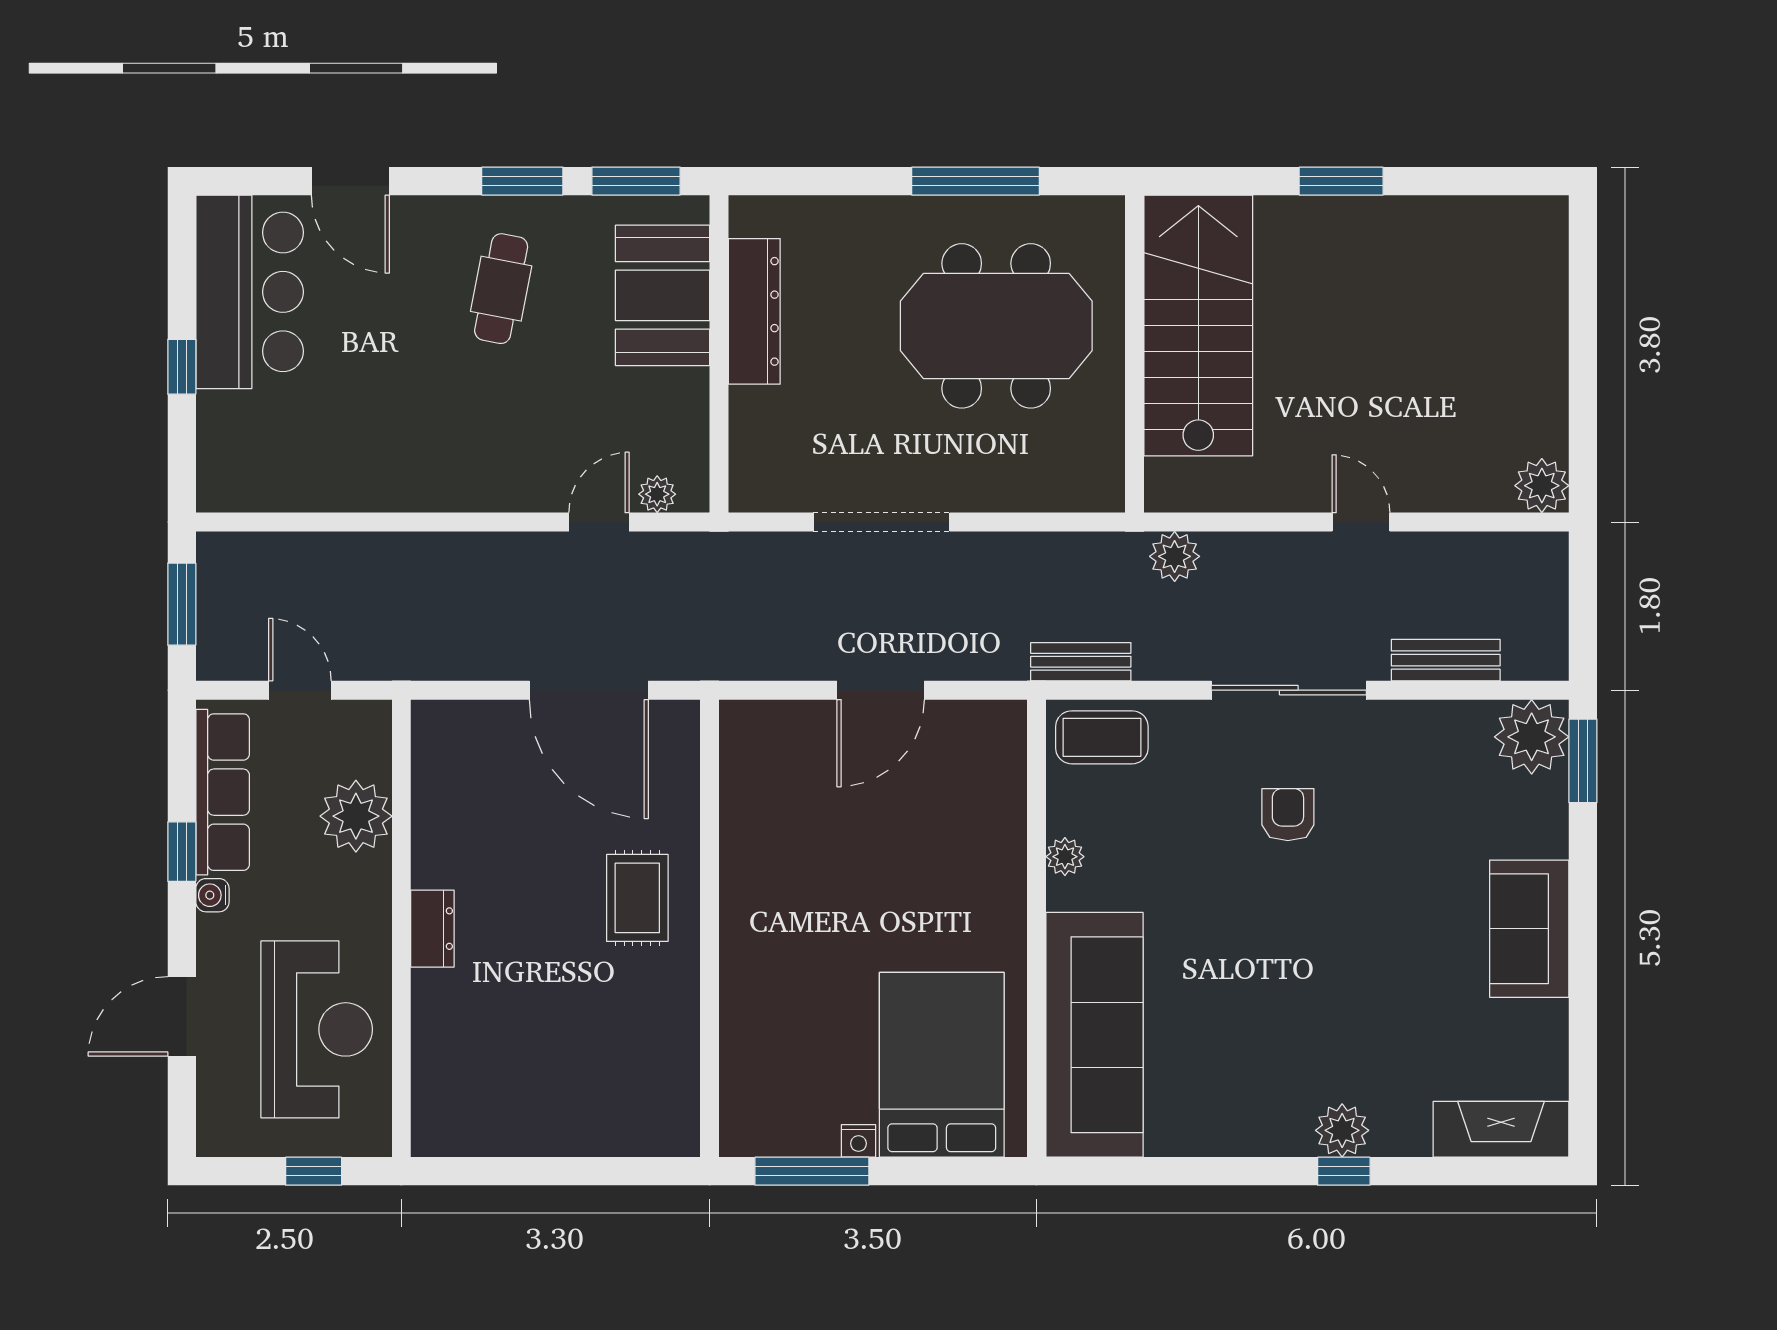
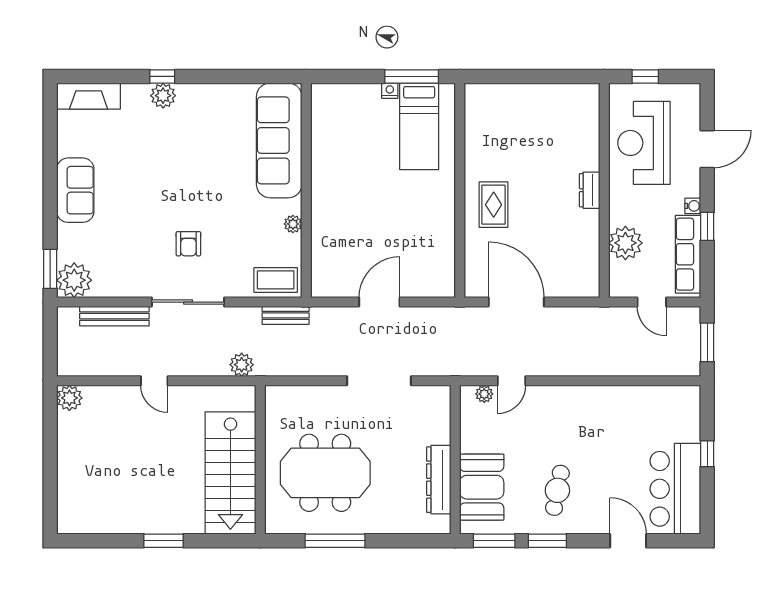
bench: (1446, 660) -> (114, 316), width x1.36
bed: (942, 1065) -> (419, 126), moved, width x0.67

